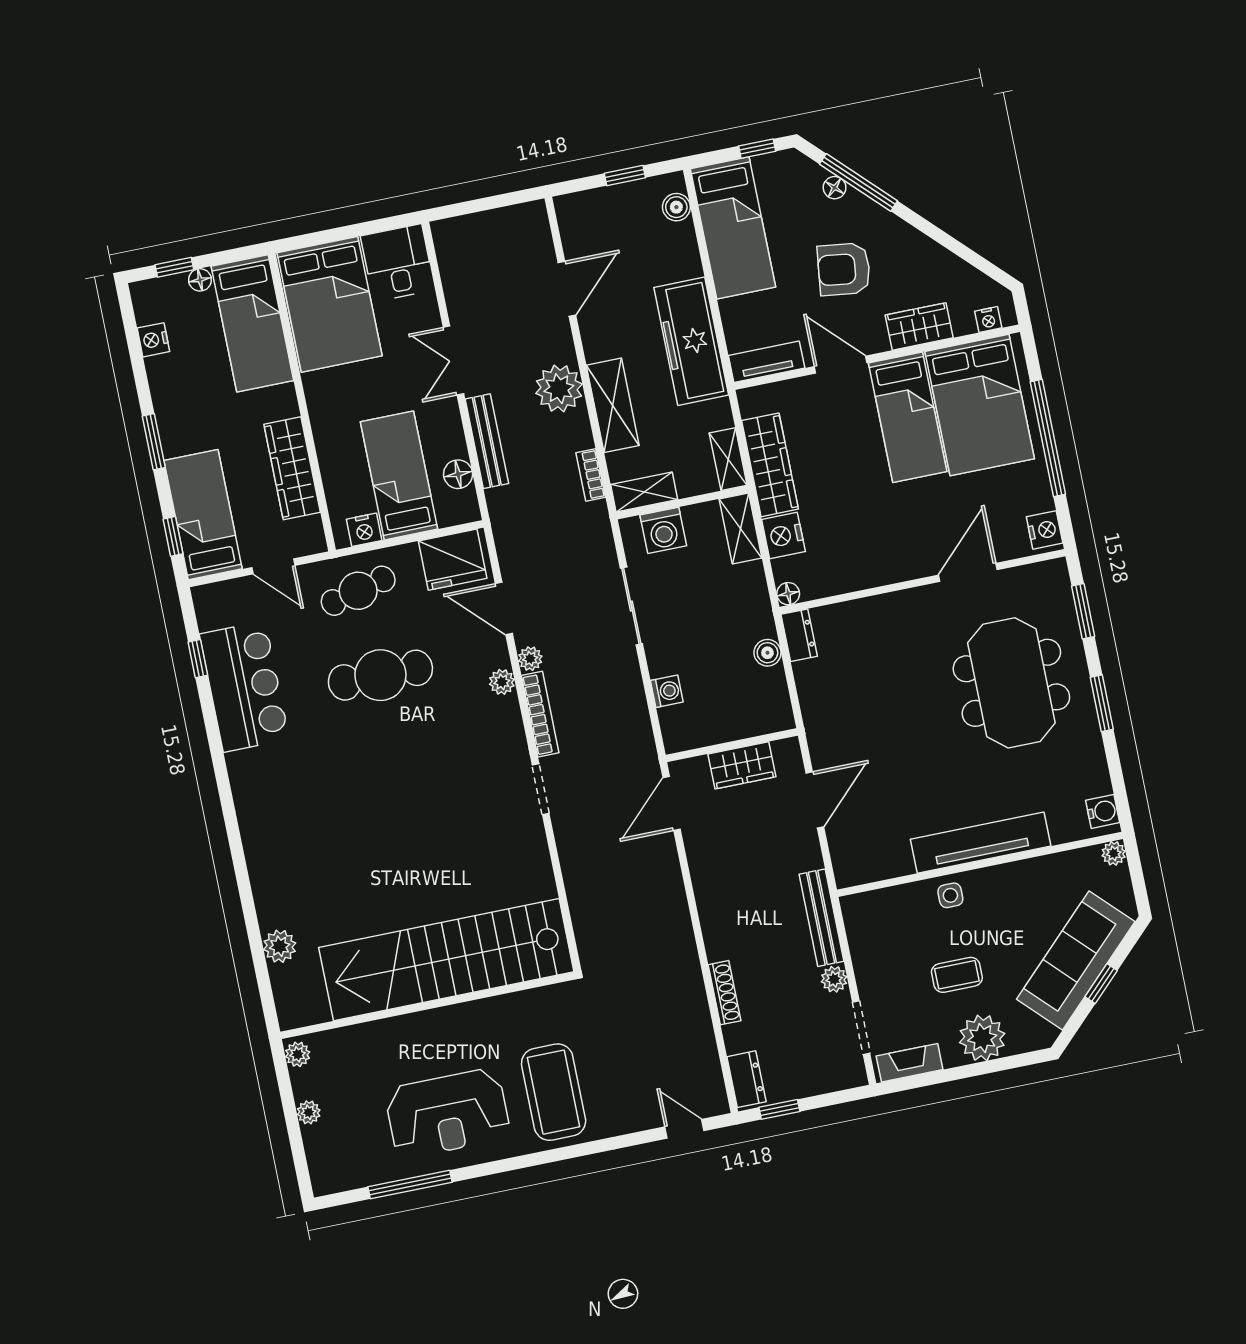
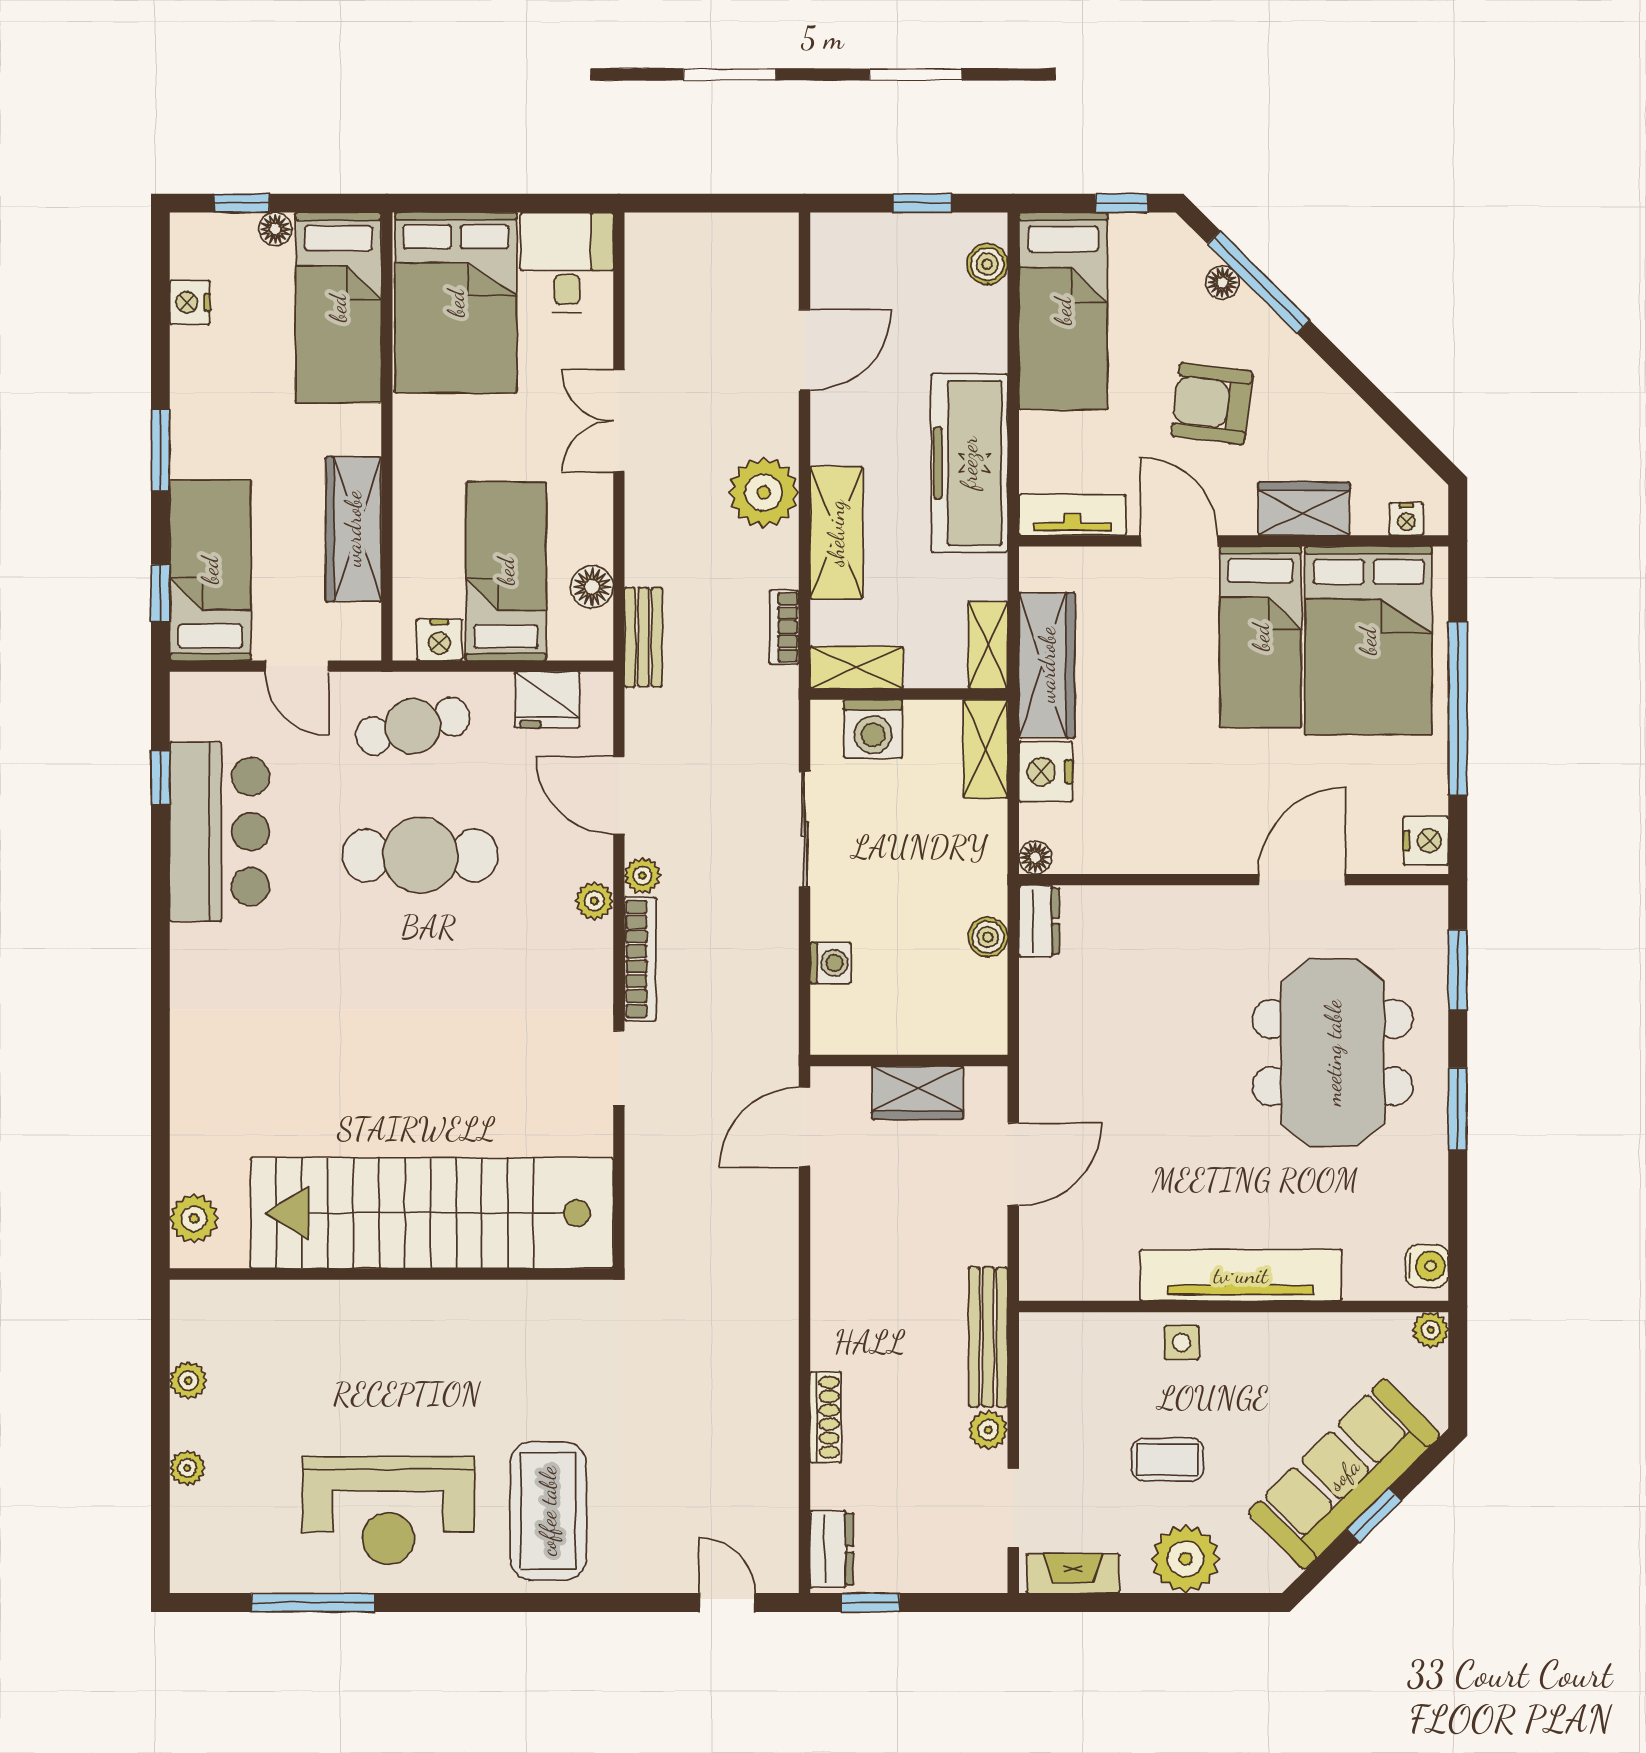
bench: (487, 441) -> (643, 637), moved, width x0.73
fridge: (453, 560) -> (547, 700), width x0.73, depth x0.75
stairs: (446, 960) -> (432, 1213), moved
wall: (428, 1006) -> (391, 1274), moved

